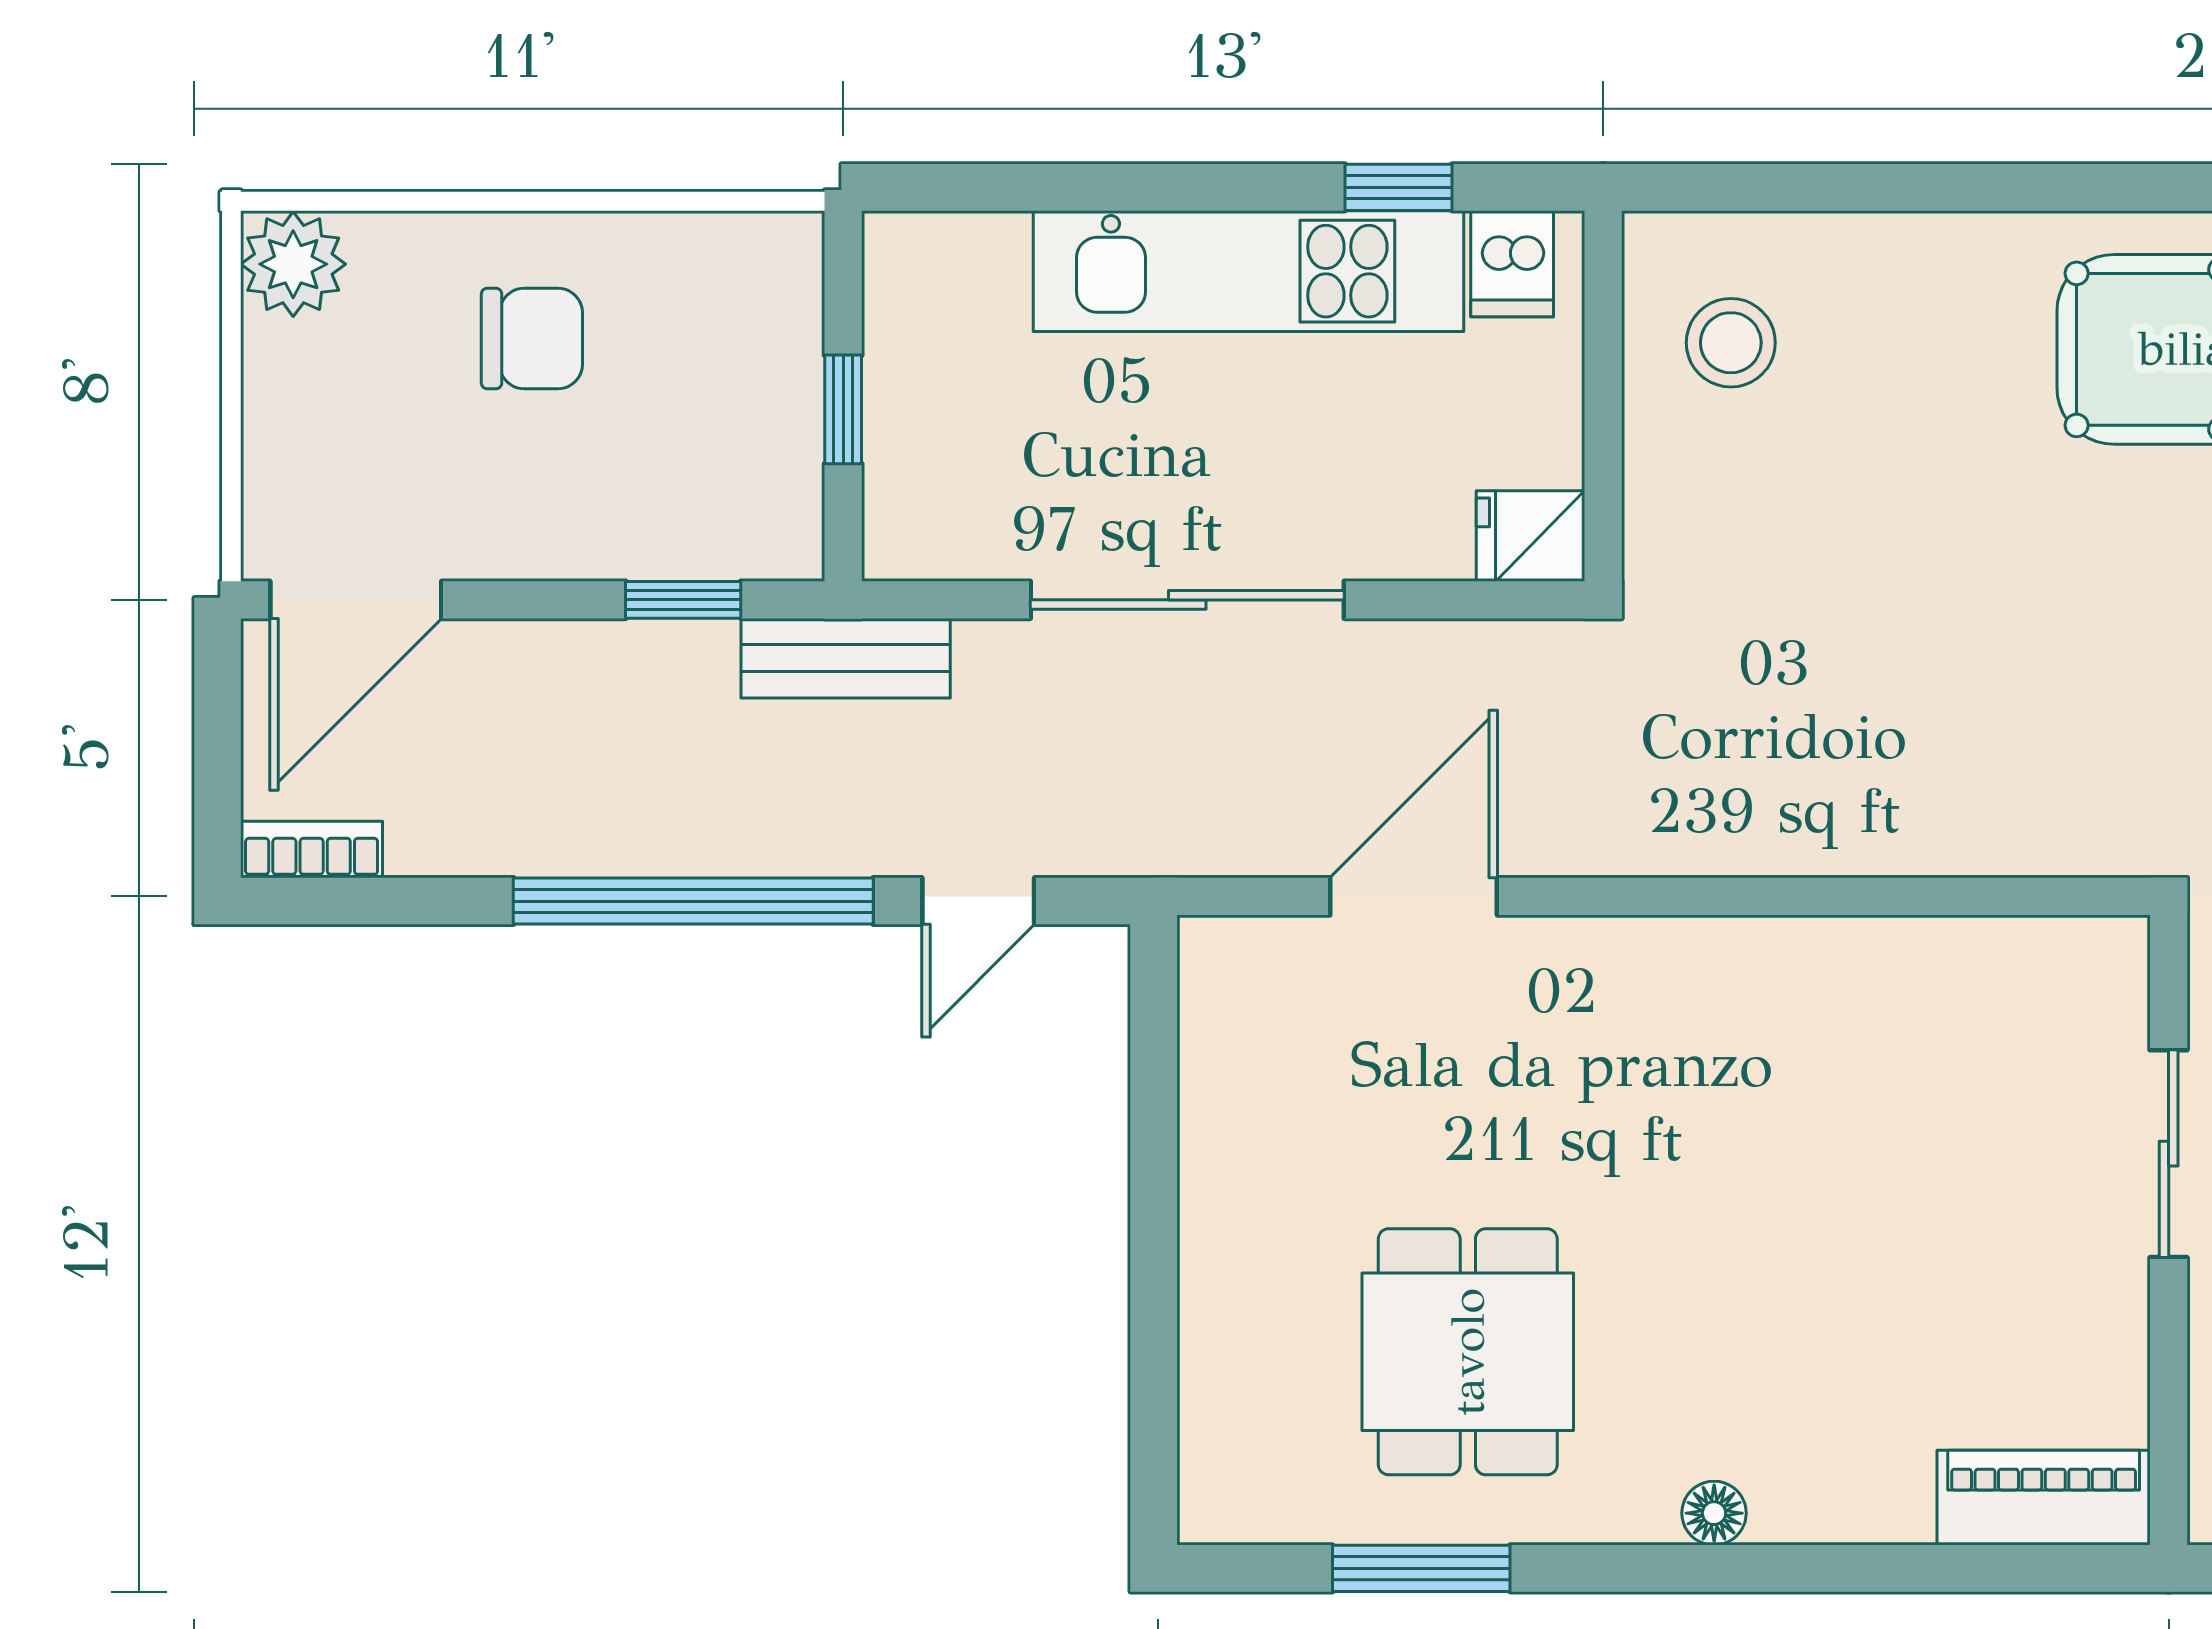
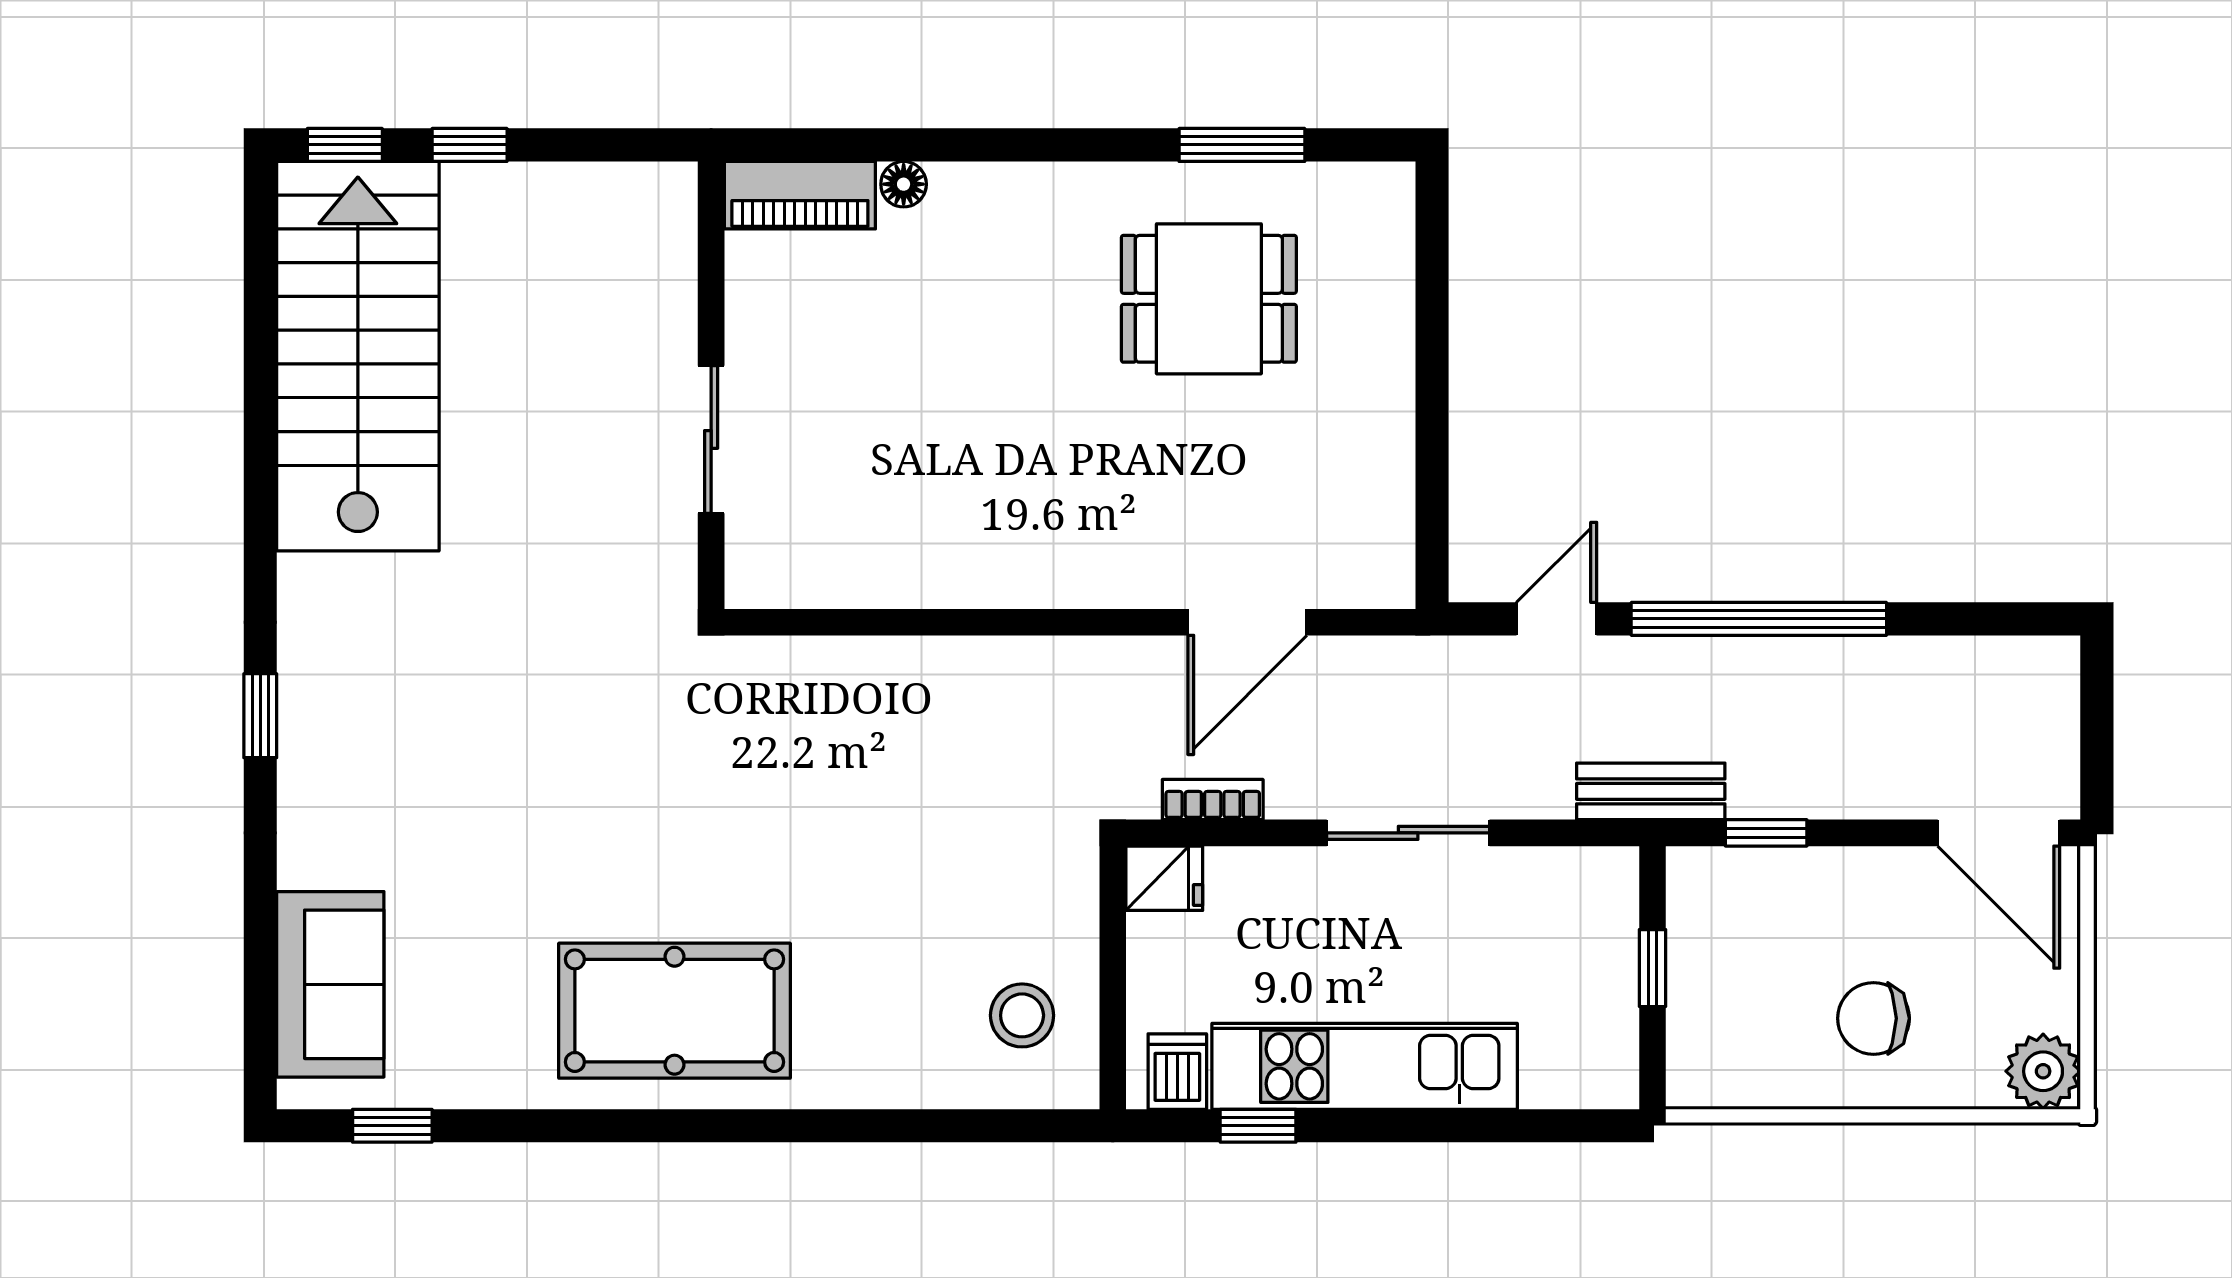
door: (356, 600) -> (1999, 833), swing flipped
sliding door: (1187, 600) -> (1408, 833), width x0.73
bookcase: (312, 850) -> (1213, 800), moved, turned 180
dining table: (1468, 1352) -> (1209, 299), turned 90
floor lamp: (1714, 1513) -> (904, 184), moved

